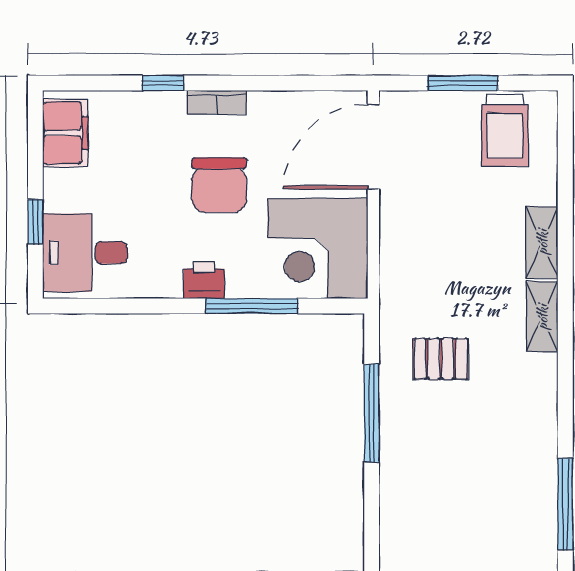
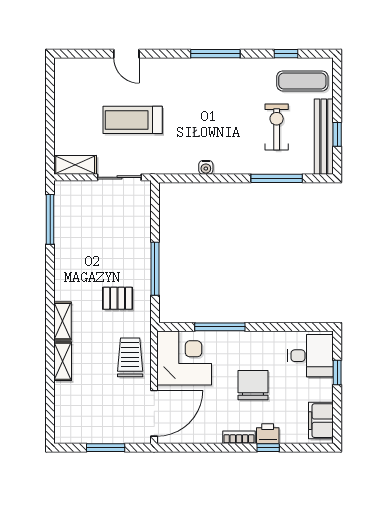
trolley: (505, 131) -> (130, 357), moved
chair: (219, 185) -> (253, 385), moved
printer: (204, 280) -> (268, 434), moved, turned 180

